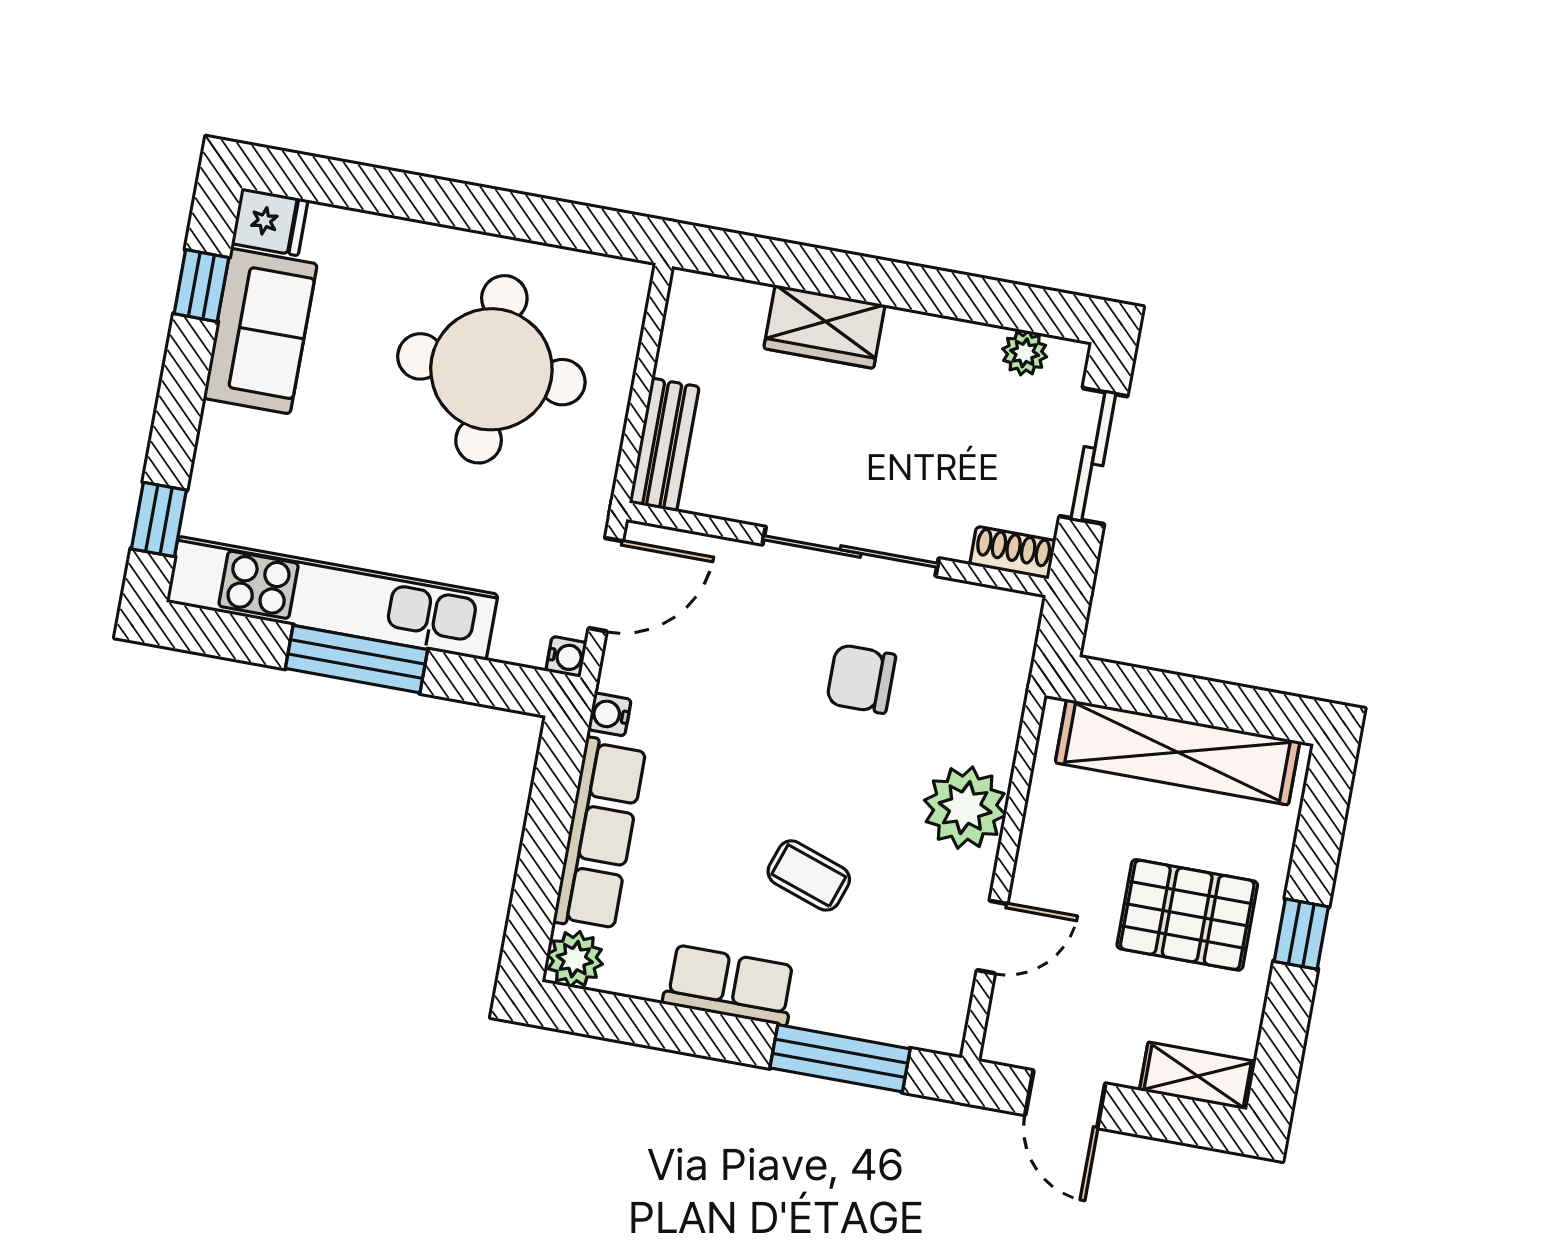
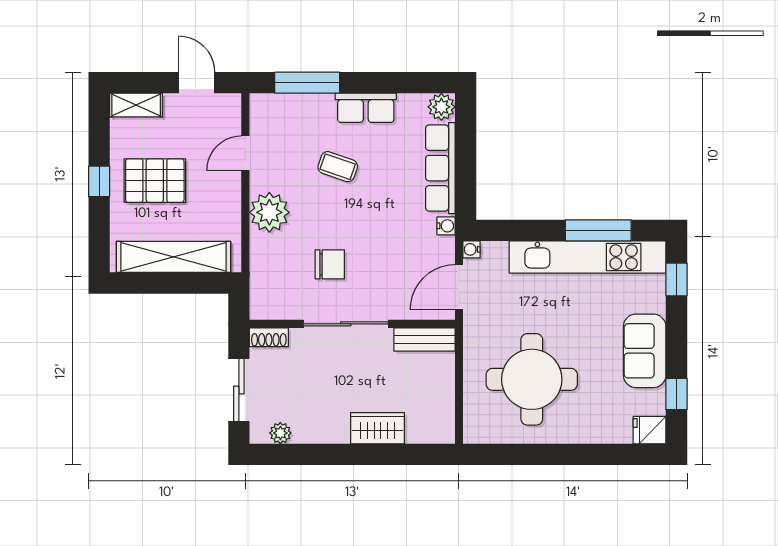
sofa: (260, 331) -> (645, 351), moved
bench: (664, 445) -> (424, 340), moved, turned 90
window: (356, 659) -> (598, 230), moved

